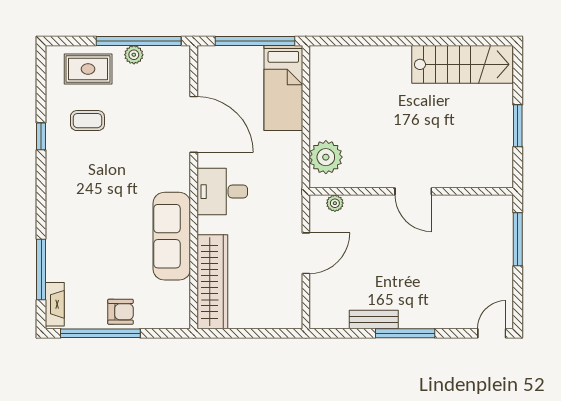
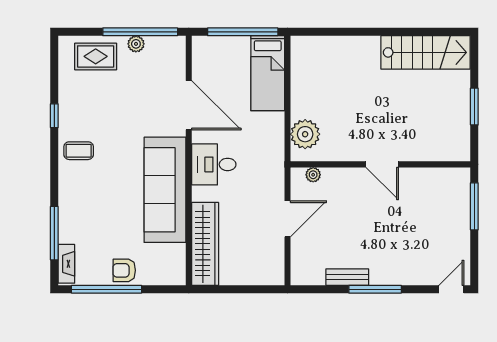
coffee table: (87, 121) -> (79, 151), moved
sofa: (172, 236) -> (165, 190), width x1.36, depth x1.27
armchair: (120, 312) -> (124, 270), turned 180

